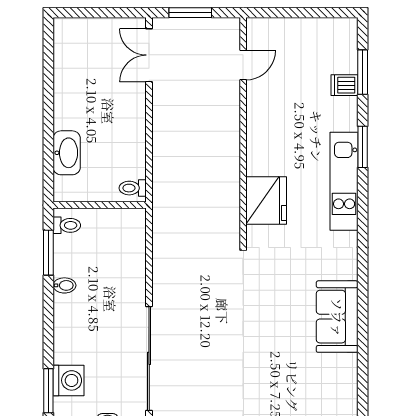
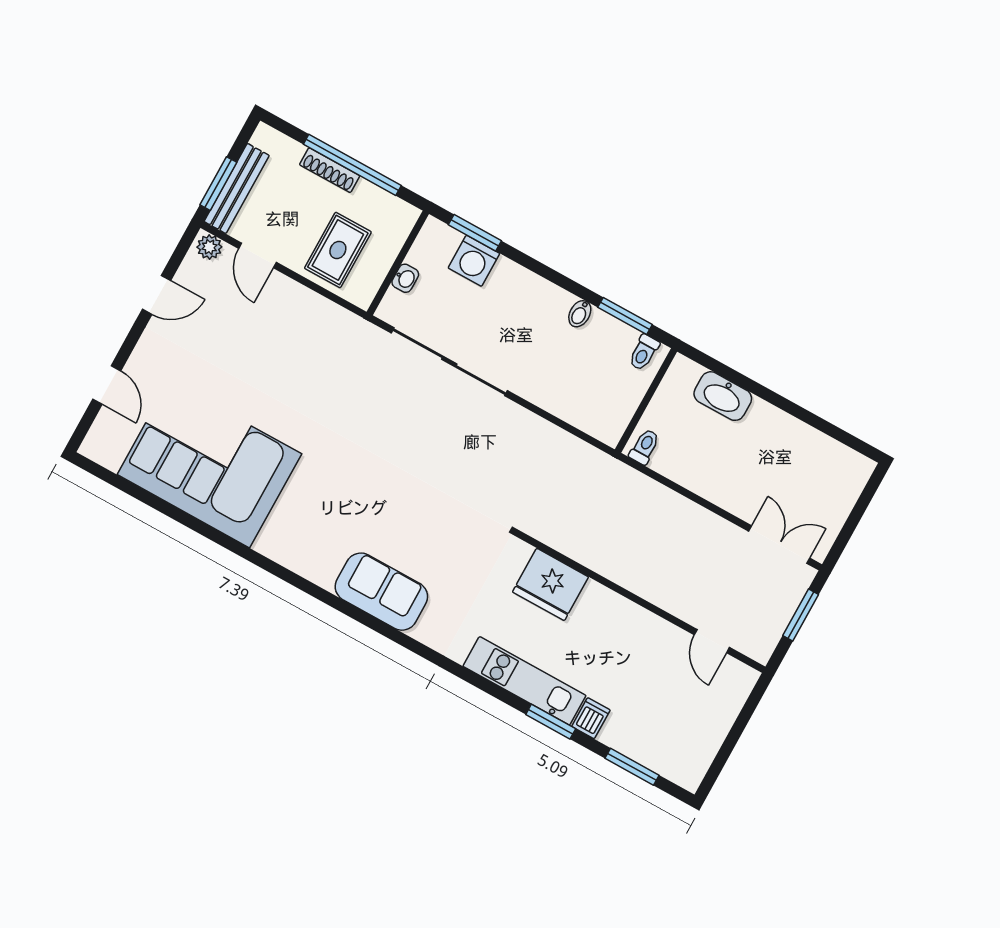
dishwasher: (344, 85) -> (591, 718), moved

